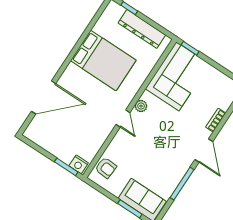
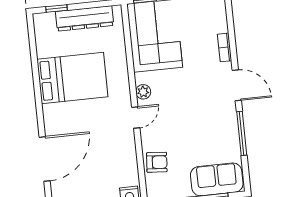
door: (123, 118) -> (136, 117), hinge flipped
armchair: (106, 168) -> (157, 162), moved

